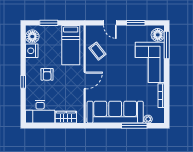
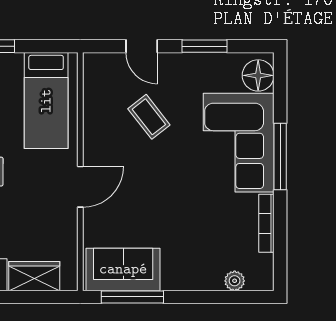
window: (167, 45) -> (280, 156), moved
coffee table: (97, 51) -> (149, 117), moved
sofa: (115, 112) -> (123, 269), width x0.54, depth x0.79
window: (134, 126) -> (132, 297), moved

